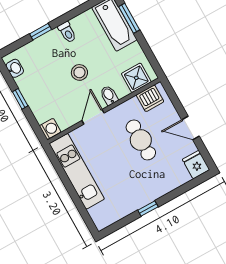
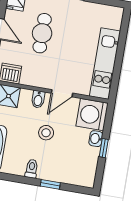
washbasin: (15, 68) -> (96, 139), moved
washing machine: (50, 129) -> (92, 115), width x1.89, depth x1.89
cafe table: (141, 140) -> (42, 33), moved

